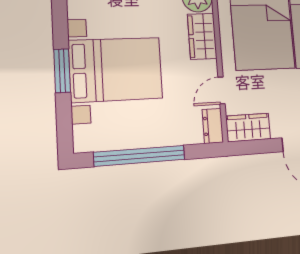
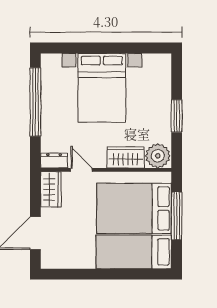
window: (62, 71) -> (103, 48), removed

